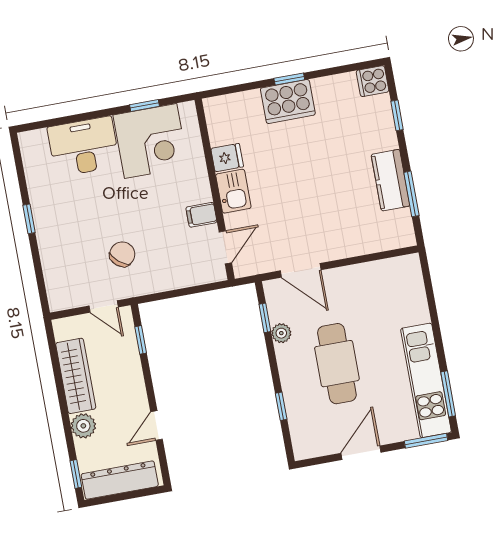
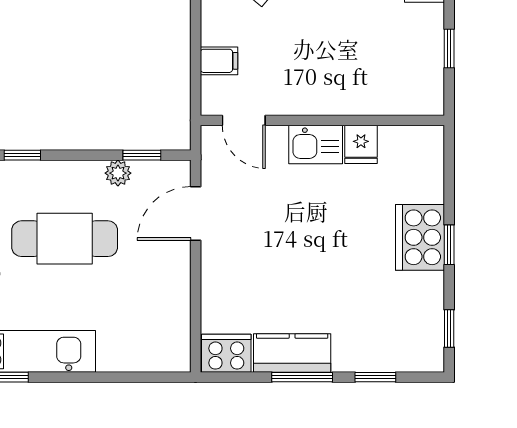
window: (351, 68) -> (449, 329), added
cooker: (373, 81) -> (226, 353), moved, width x1.36
corner desk: (151, 141) -> (401, 48), removed
window: (411, 194) -> (302, 377), moved
filing cabinet: (201, 215) -> (219, 61), moved, turned 90

